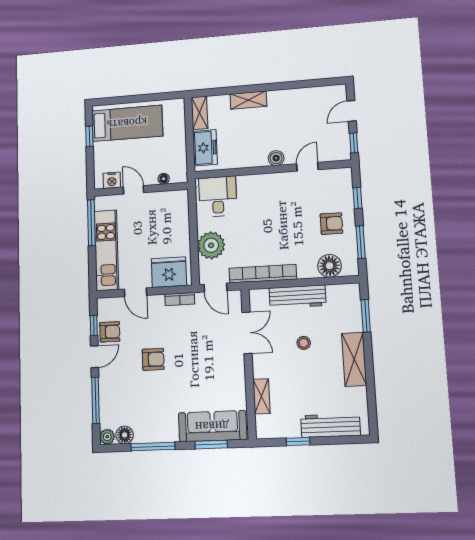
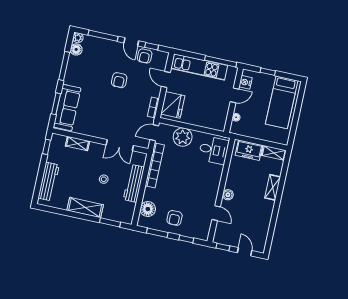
window: (89, 136) -> (268, 72), moved
door: (135, 292) -> (166, 79), hinge flipped
window: (298, 441) -> (47, 147), moved

